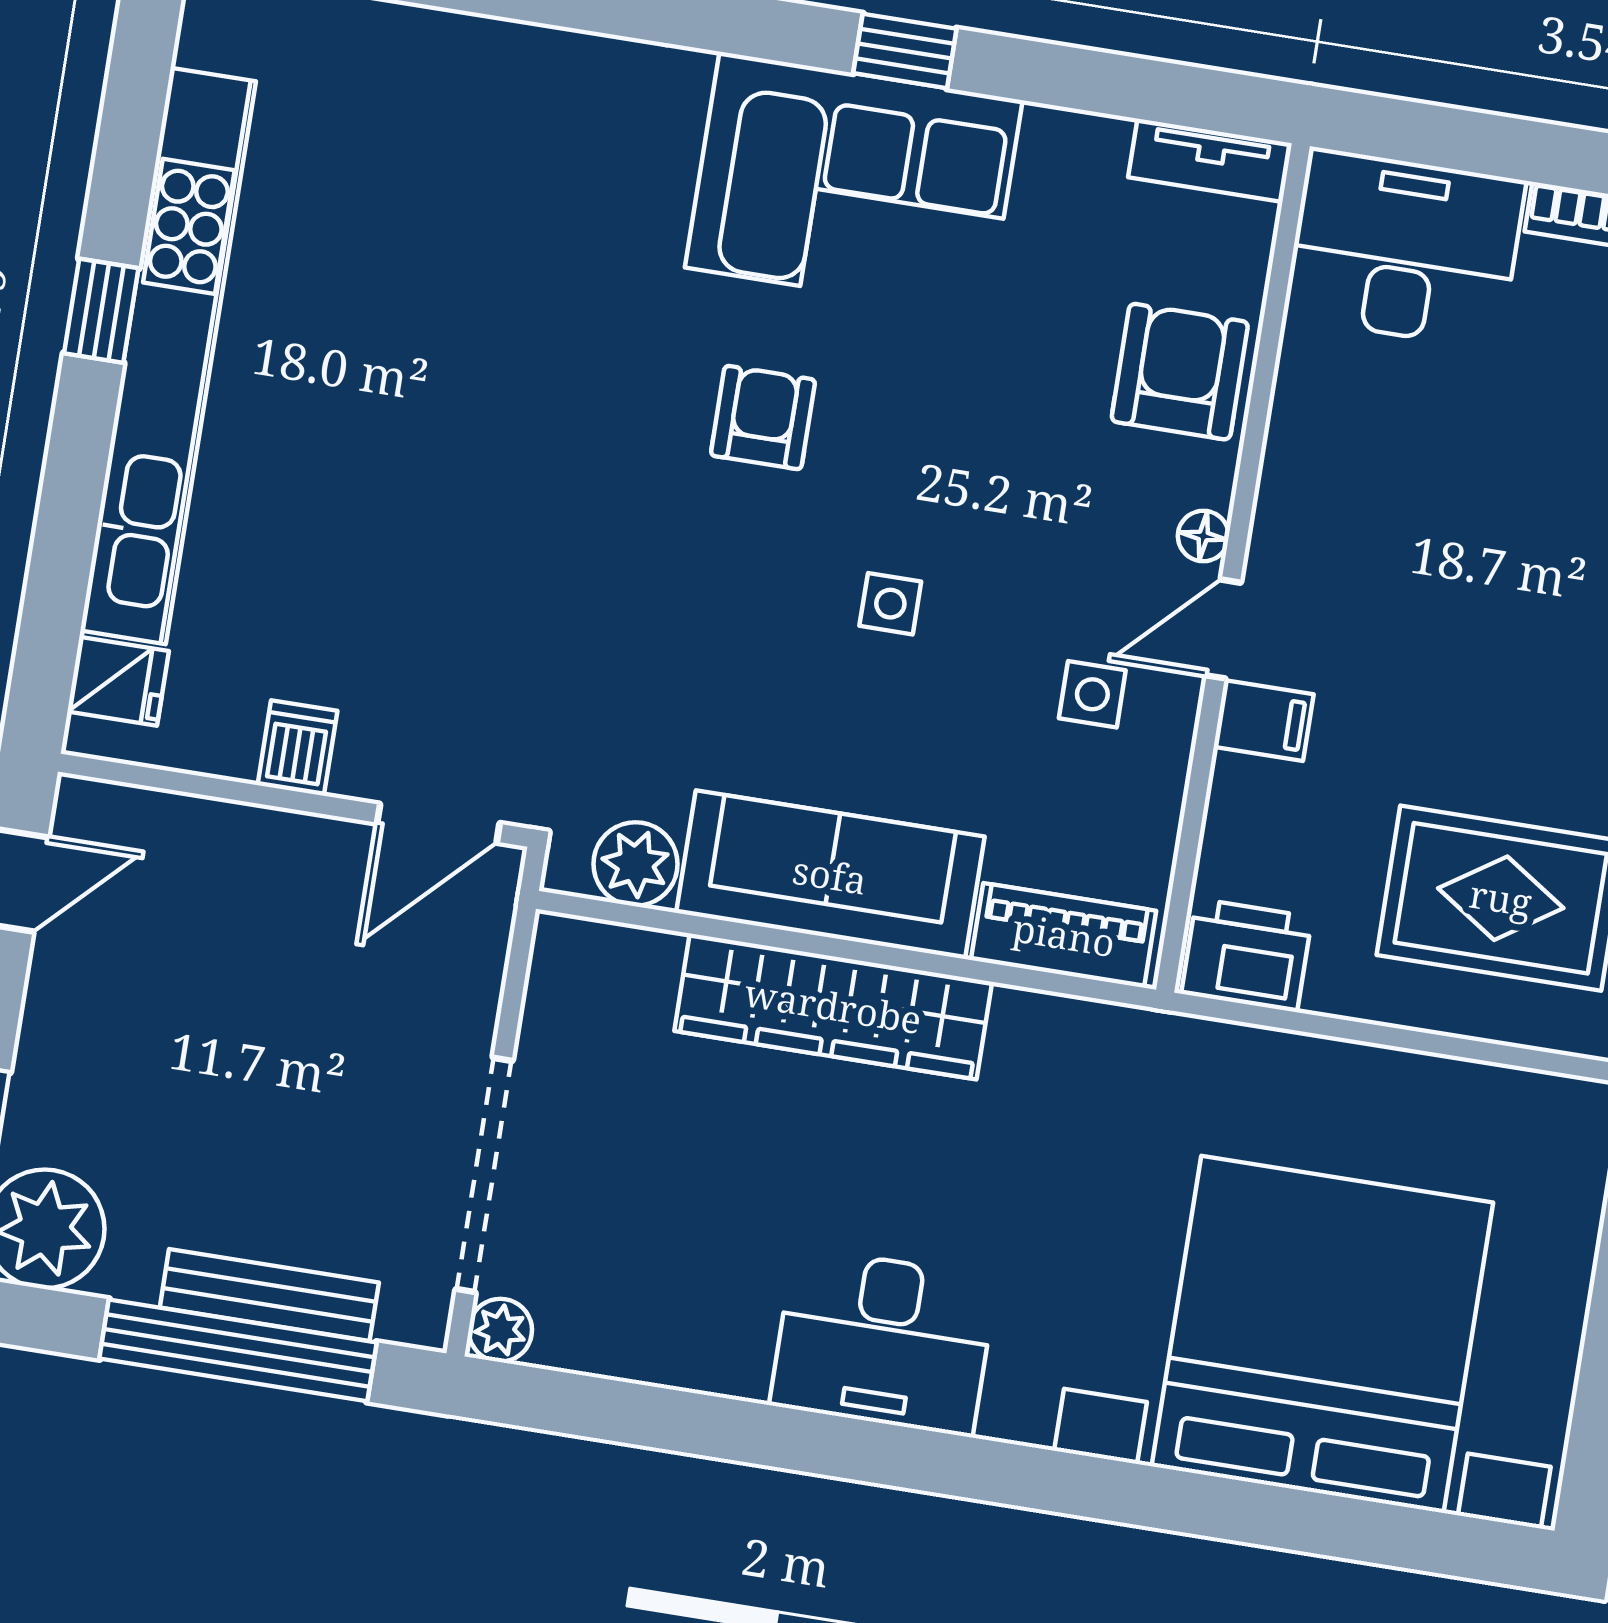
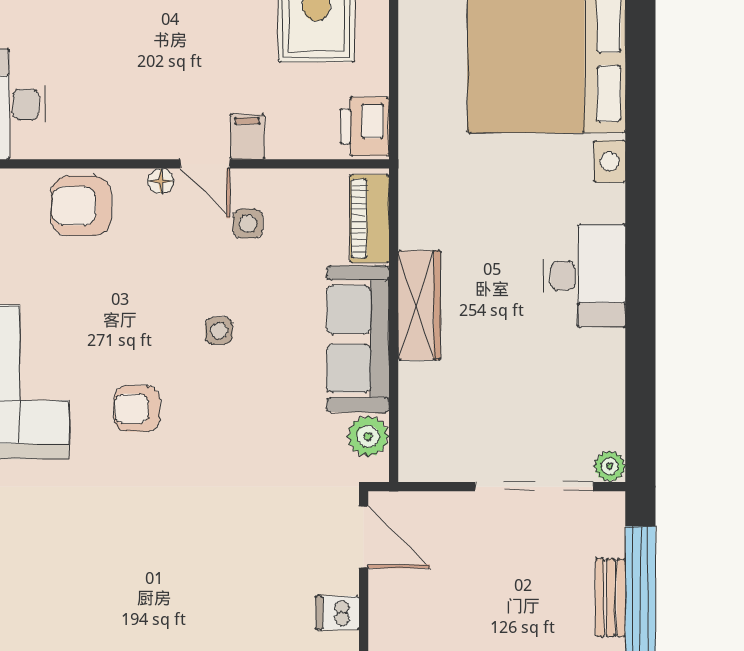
wardrobe: (833, 1006) -> (419, 305), width x0.71, depth x0.85
bench: (269, 1295) -> (611, 598), width x0.73

